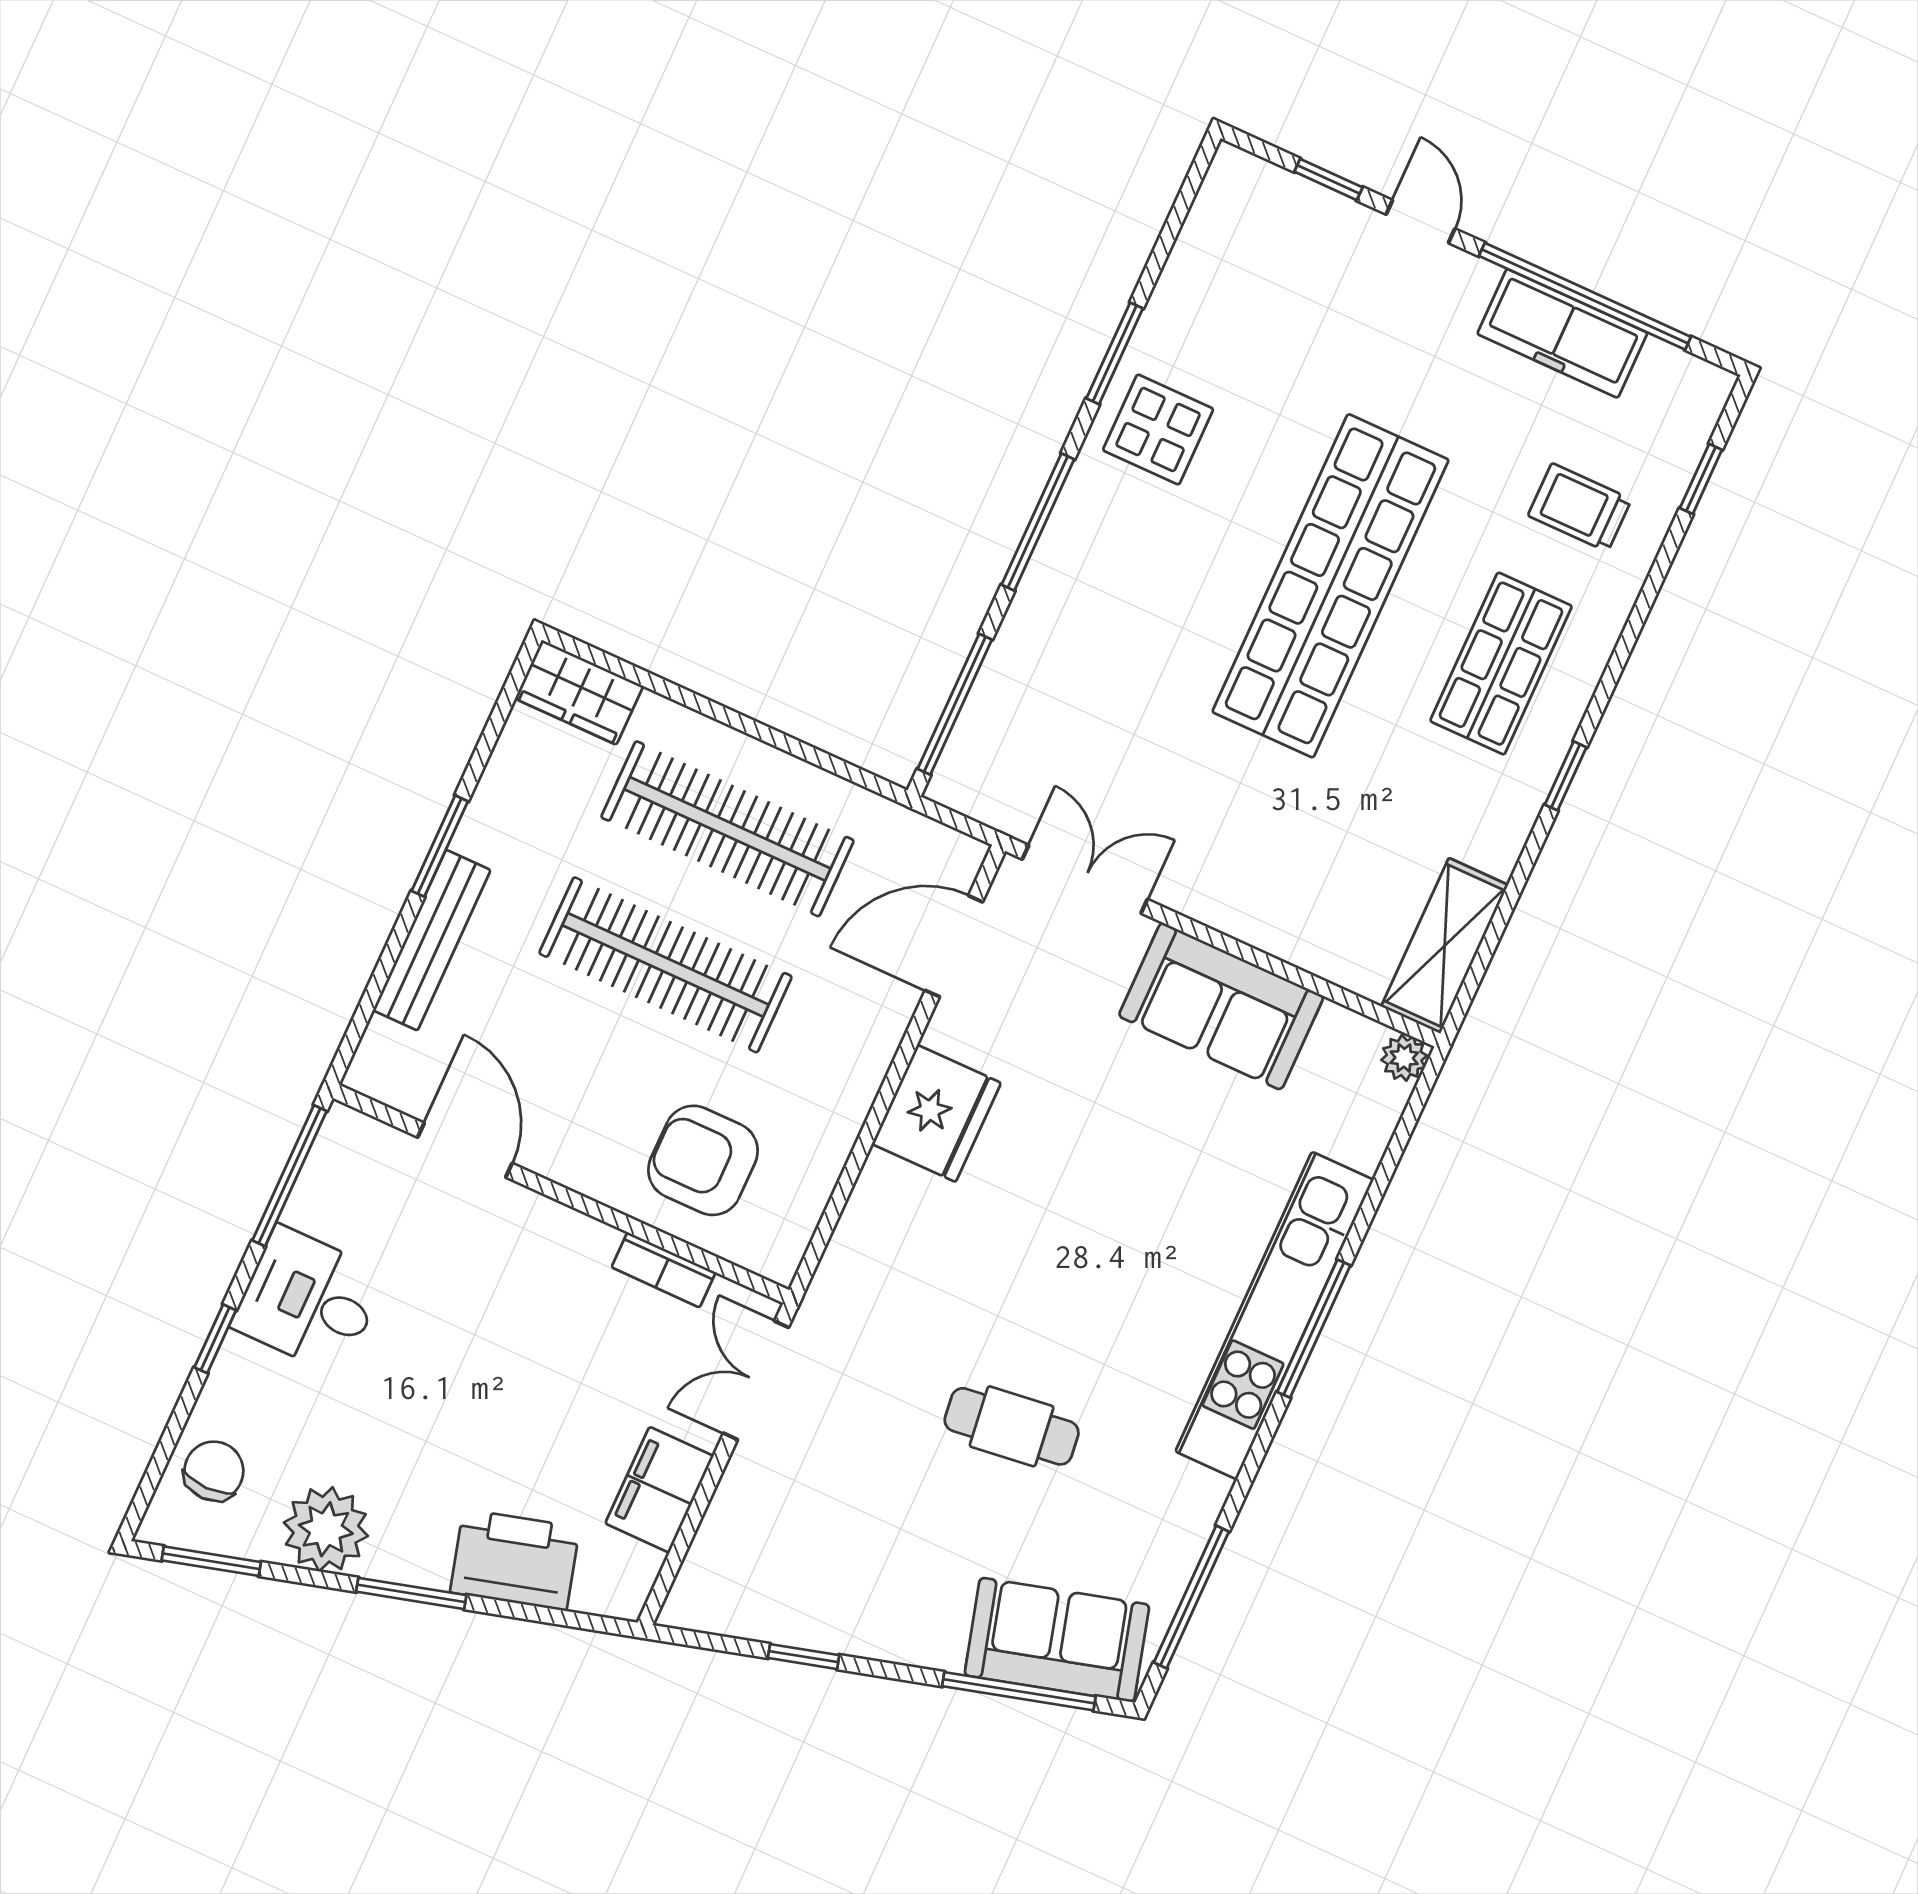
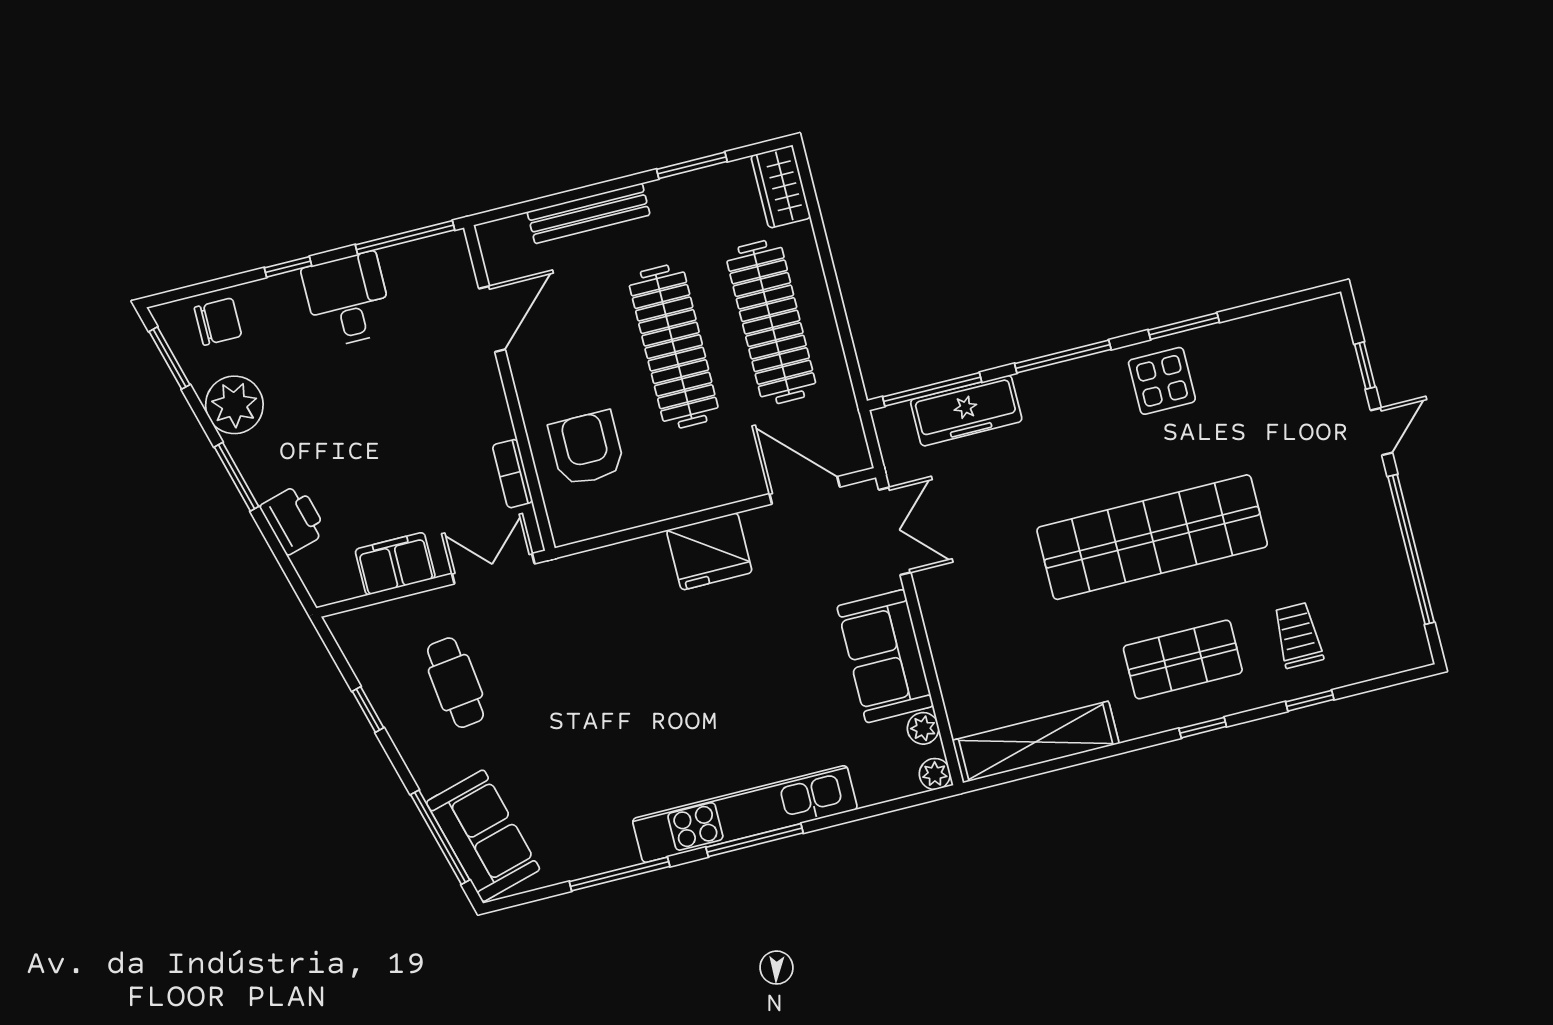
freezer: (1562, 333) -> (966, 411), moved, turned -90
window: (1701, 479) -> (1310, 701), moved
window: (1566, 776) -> (1203, 728), moved
window: (440, 846) -> (692, 165), moved
shelving: (1445, 946) -> (1036, 742), width x1.47
plant: (1340, 1029) -> (923, 728), added
cafe table: (1012, 1426) -> (455, 683), moved
printer: (515, 1560) -> (294, 519), width x0.73, depth x0.84
window: (1191, 1597) -> (620, 874), moved

